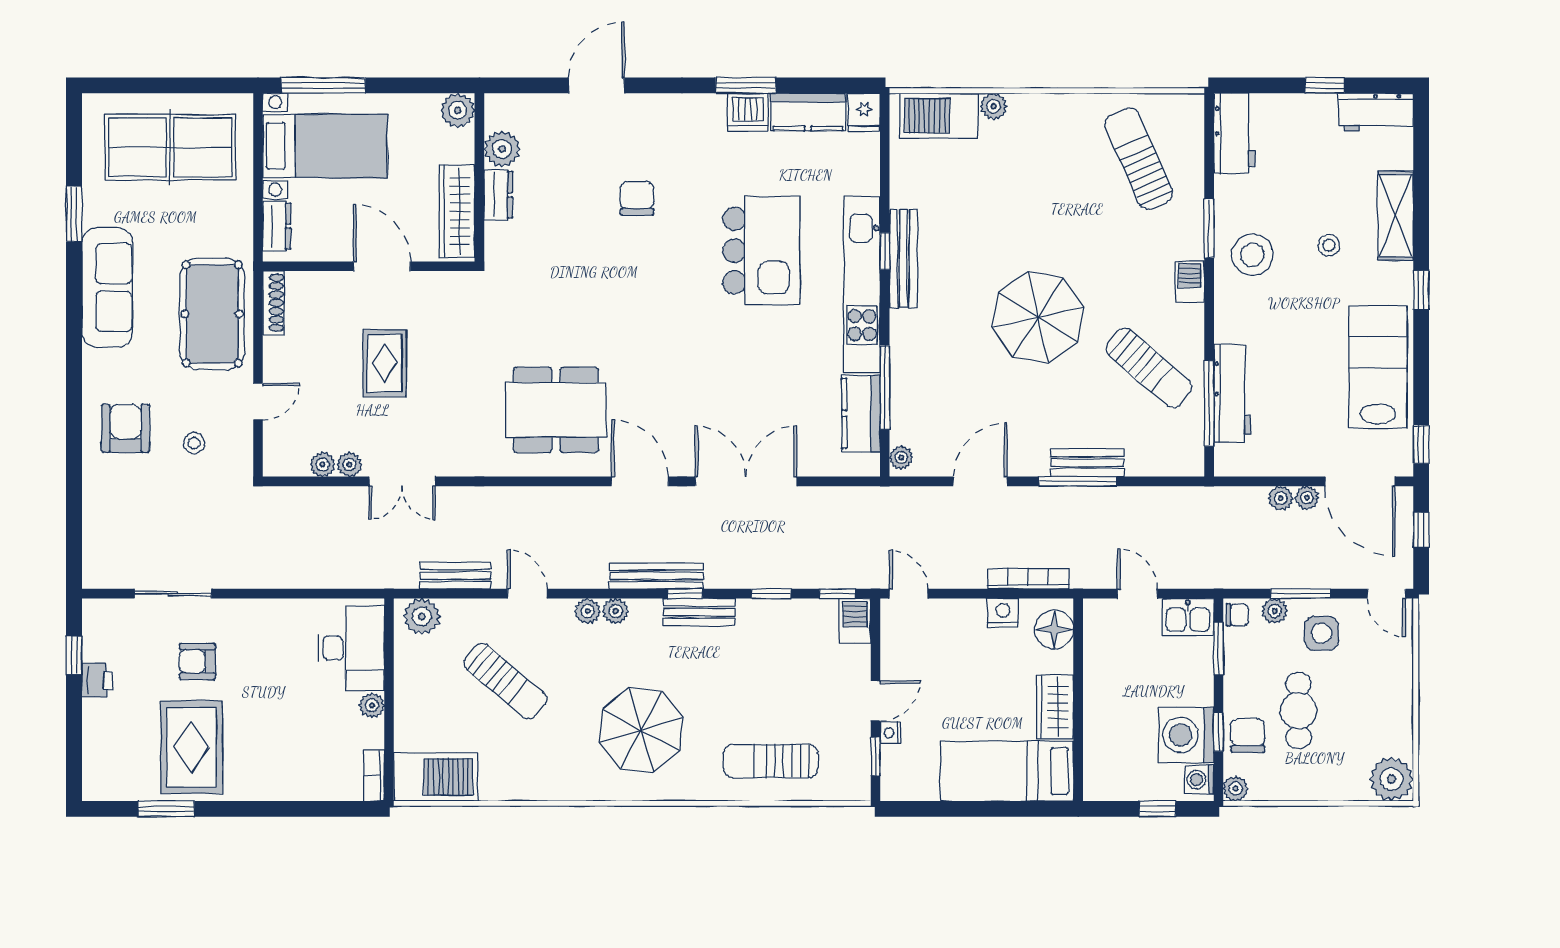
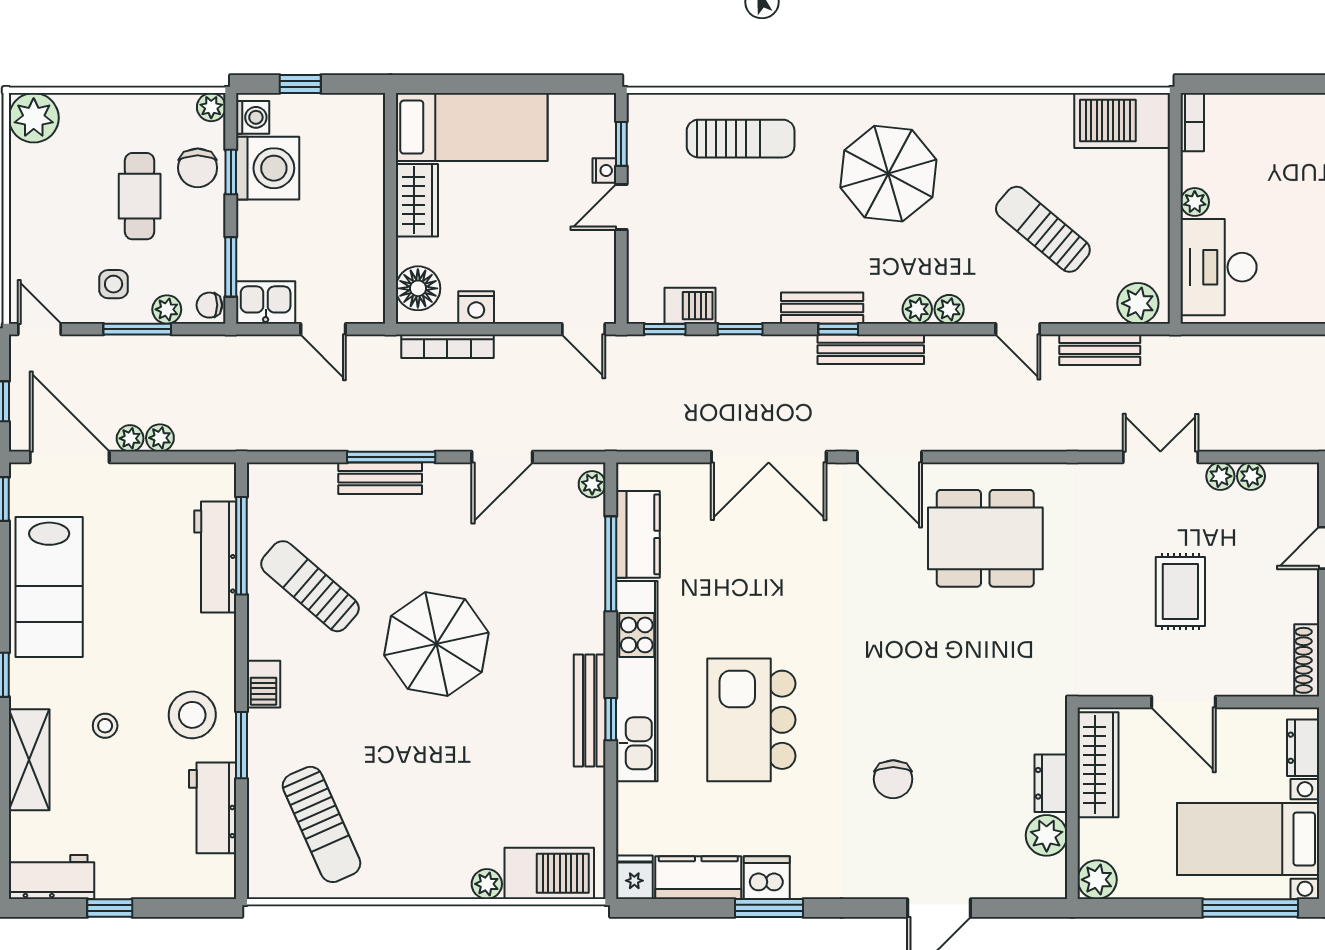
workbench: (1234, 133) -> (213, 808), moved
barbecue: (855, 621) -> (690, 306), moved, turned -90
side table: (1321, 633) -> (114, 284), width x0.73, depth x0.73

